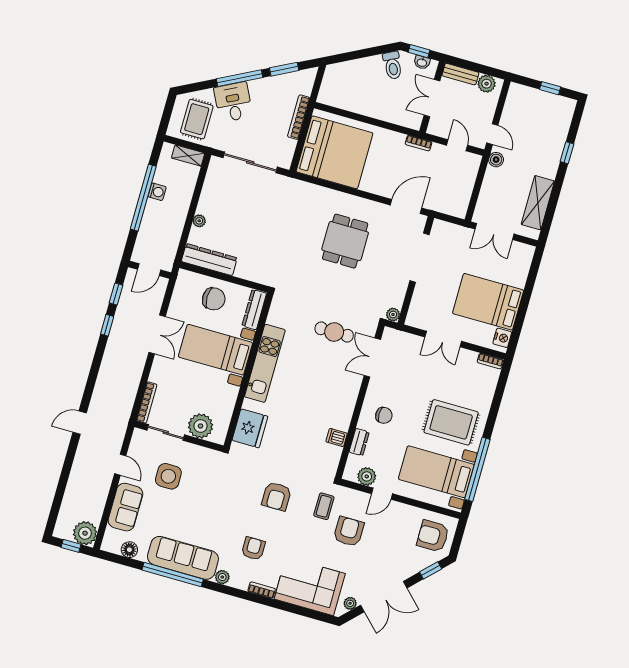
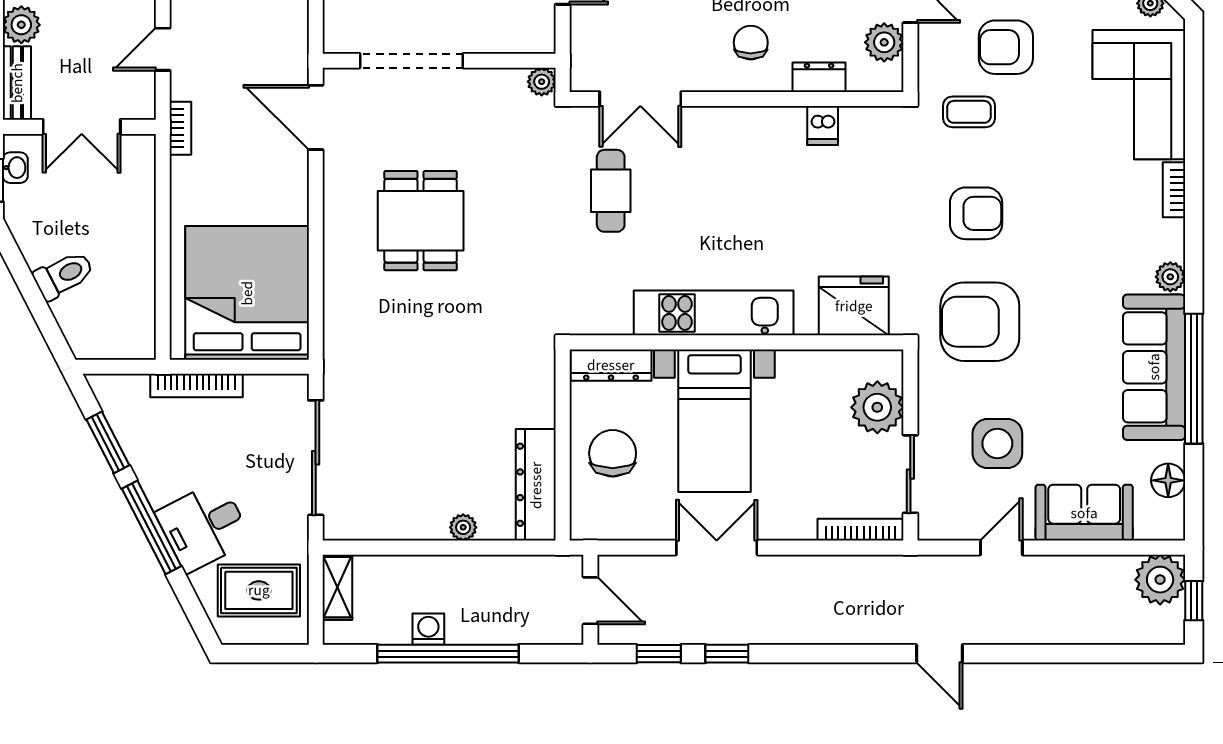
toilet: (393, 65) -> (64, 275), moved
dining table: (345, 241) -> (421, 221), turned 90
armchair: (253, 549) -> (980, 322), moved, width x1.88, depth x1.88

